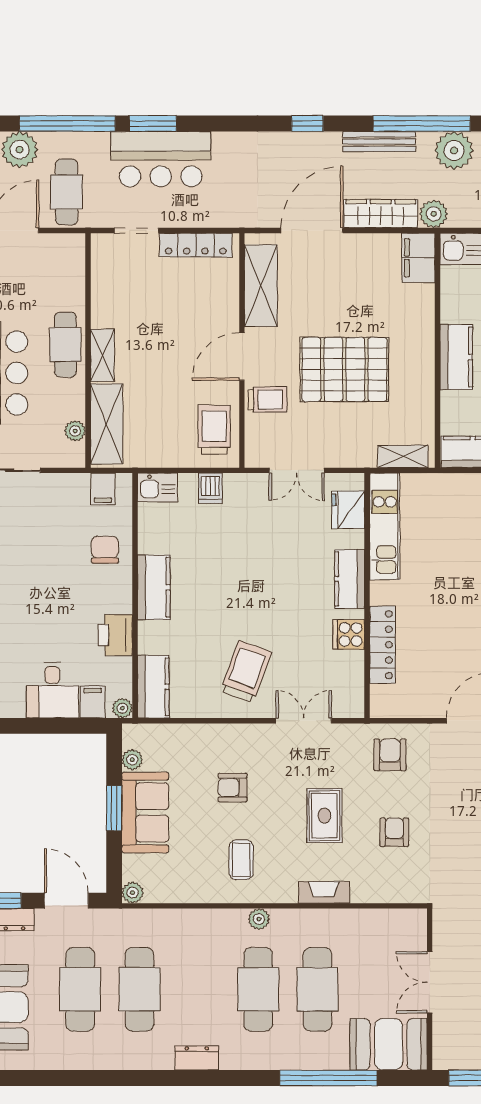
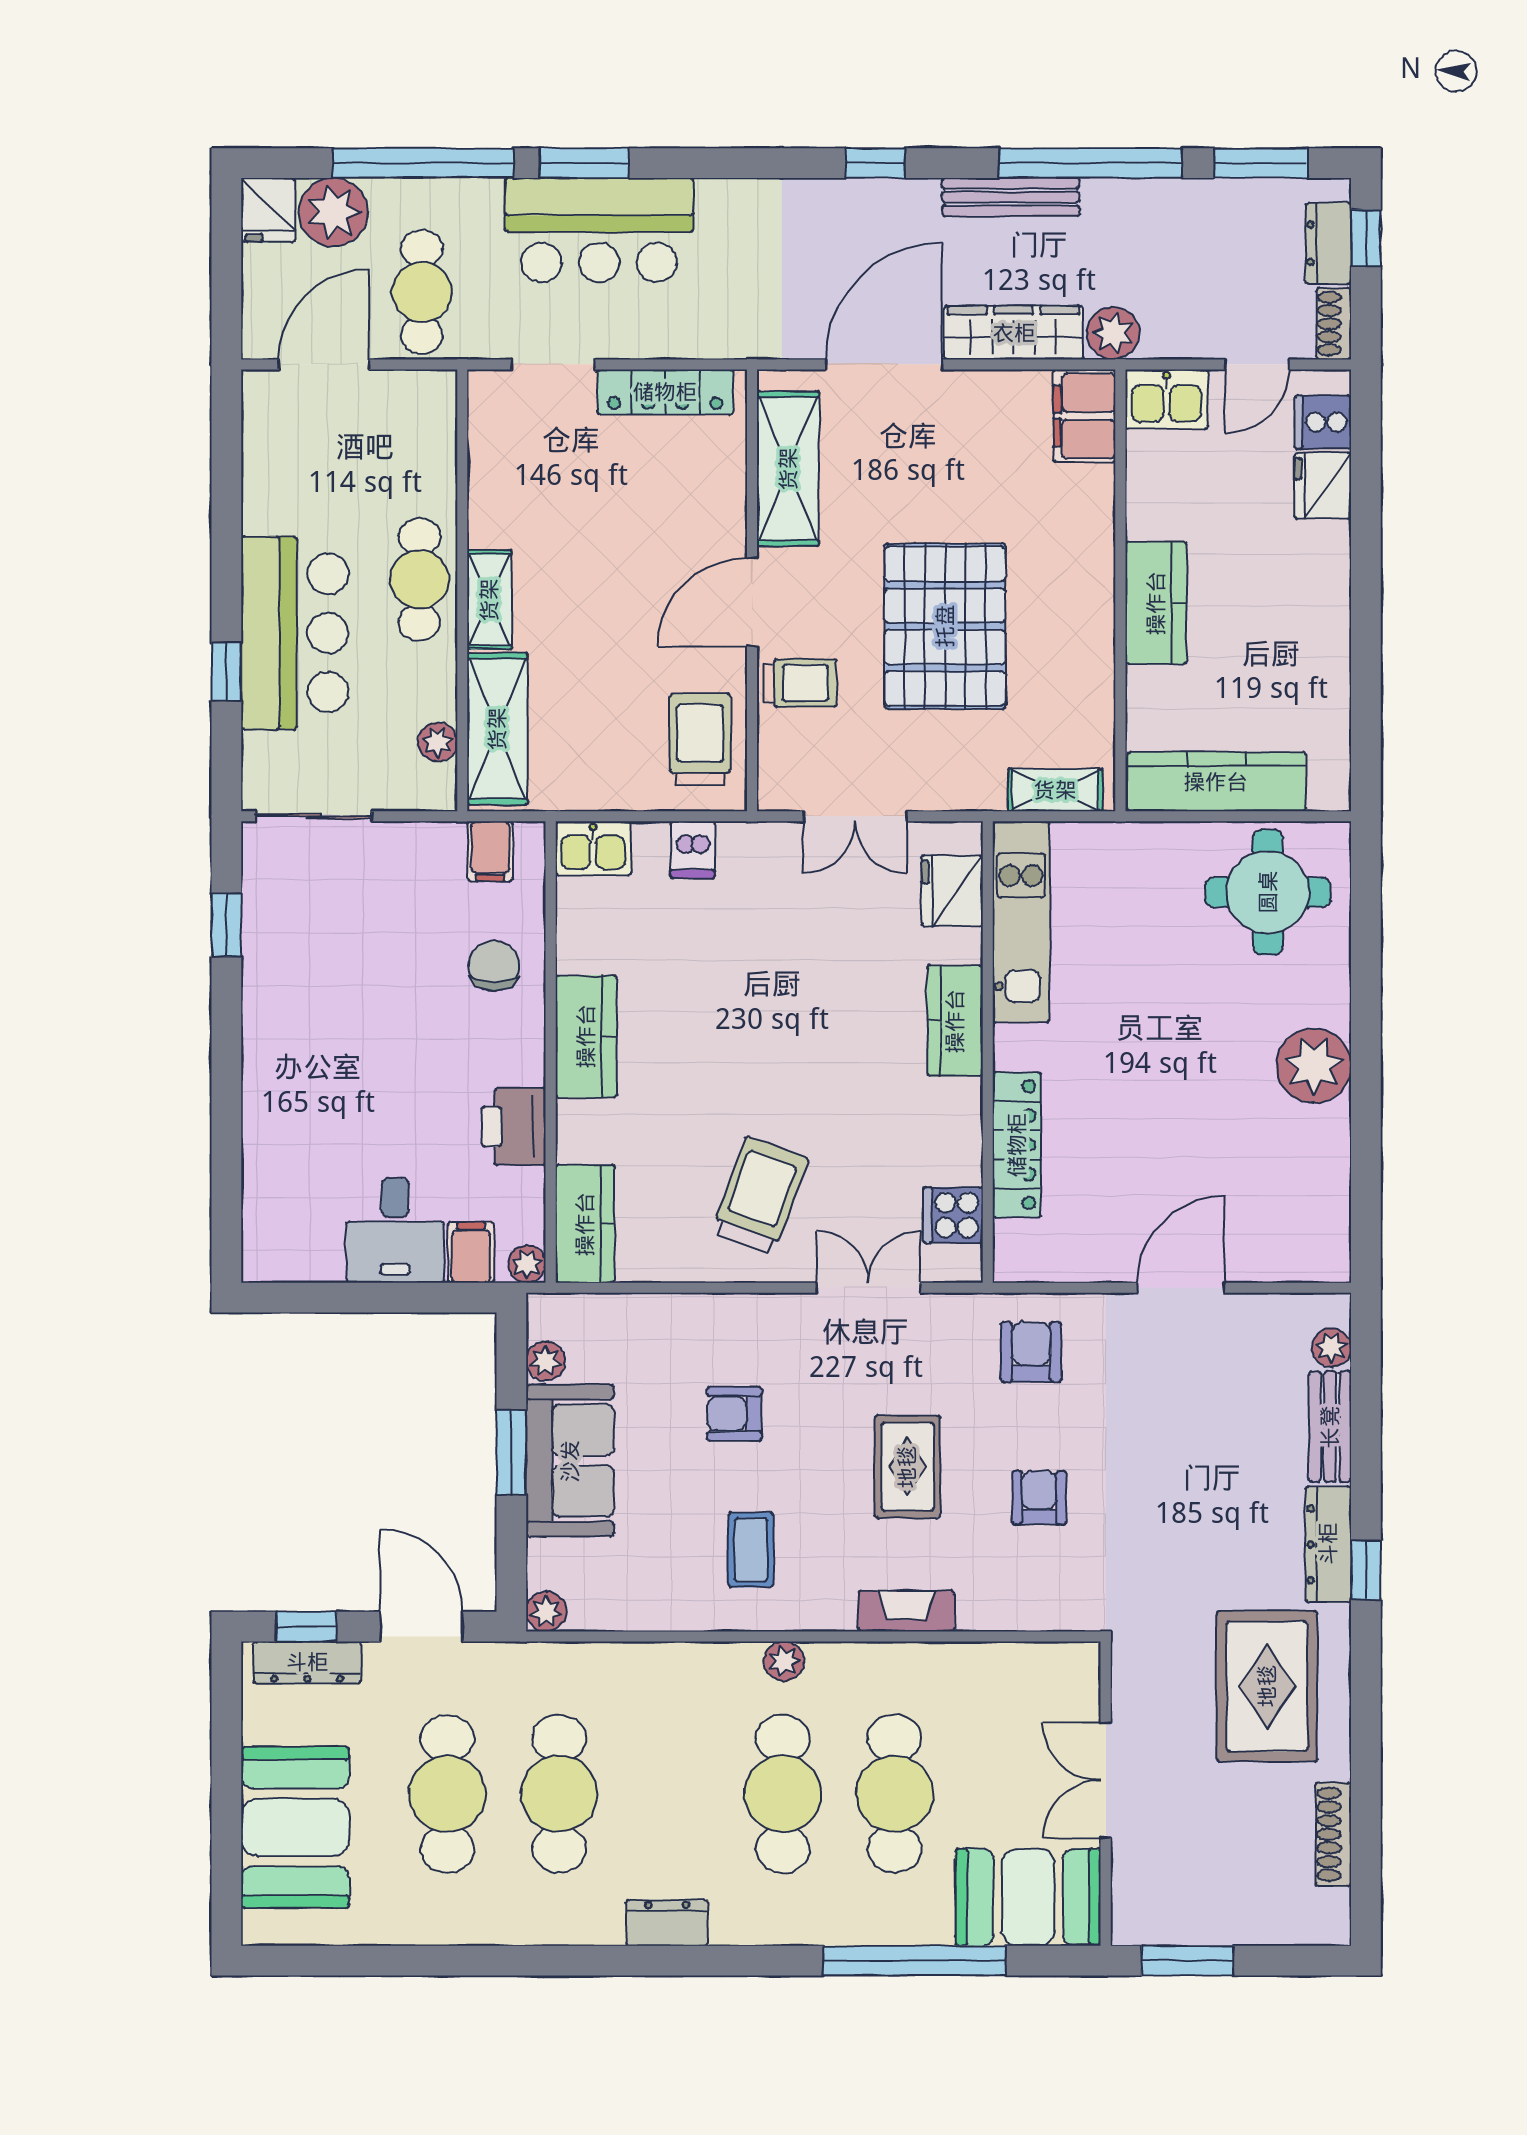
plant: (454, 151) -> (1152, 214), removed
pallet: (344, 369) -> (945, 626), turned 90
cooker: (349, 634) -> (953, 1215), moved

